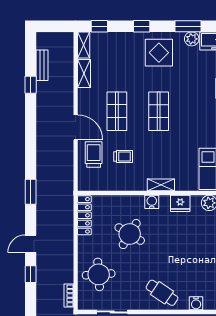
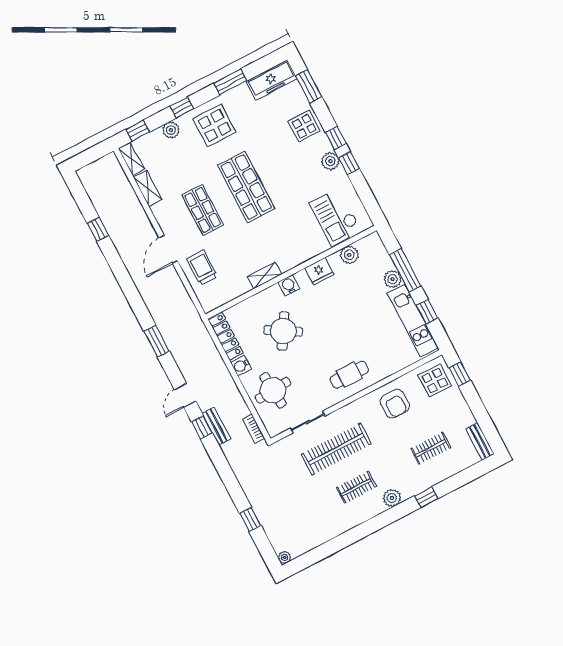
plant: (192, 39) -> (171, 130), moved
bench: (42, 65) -> (216, 426), moved
shop shelf: (159, 111) -> (246, 187), width x1.43, depth x1.36
door: (76, 127) -> (168, 249), swing flipped
trolley: (123, 156) -> (234, 254), removed
shelving: (161, 185) -> (264, 275), moved
cafe table: (162, 293) -> (349, 375), turned -34
water cooler: (196, 303) -> (241, 366), moved, turned 90

